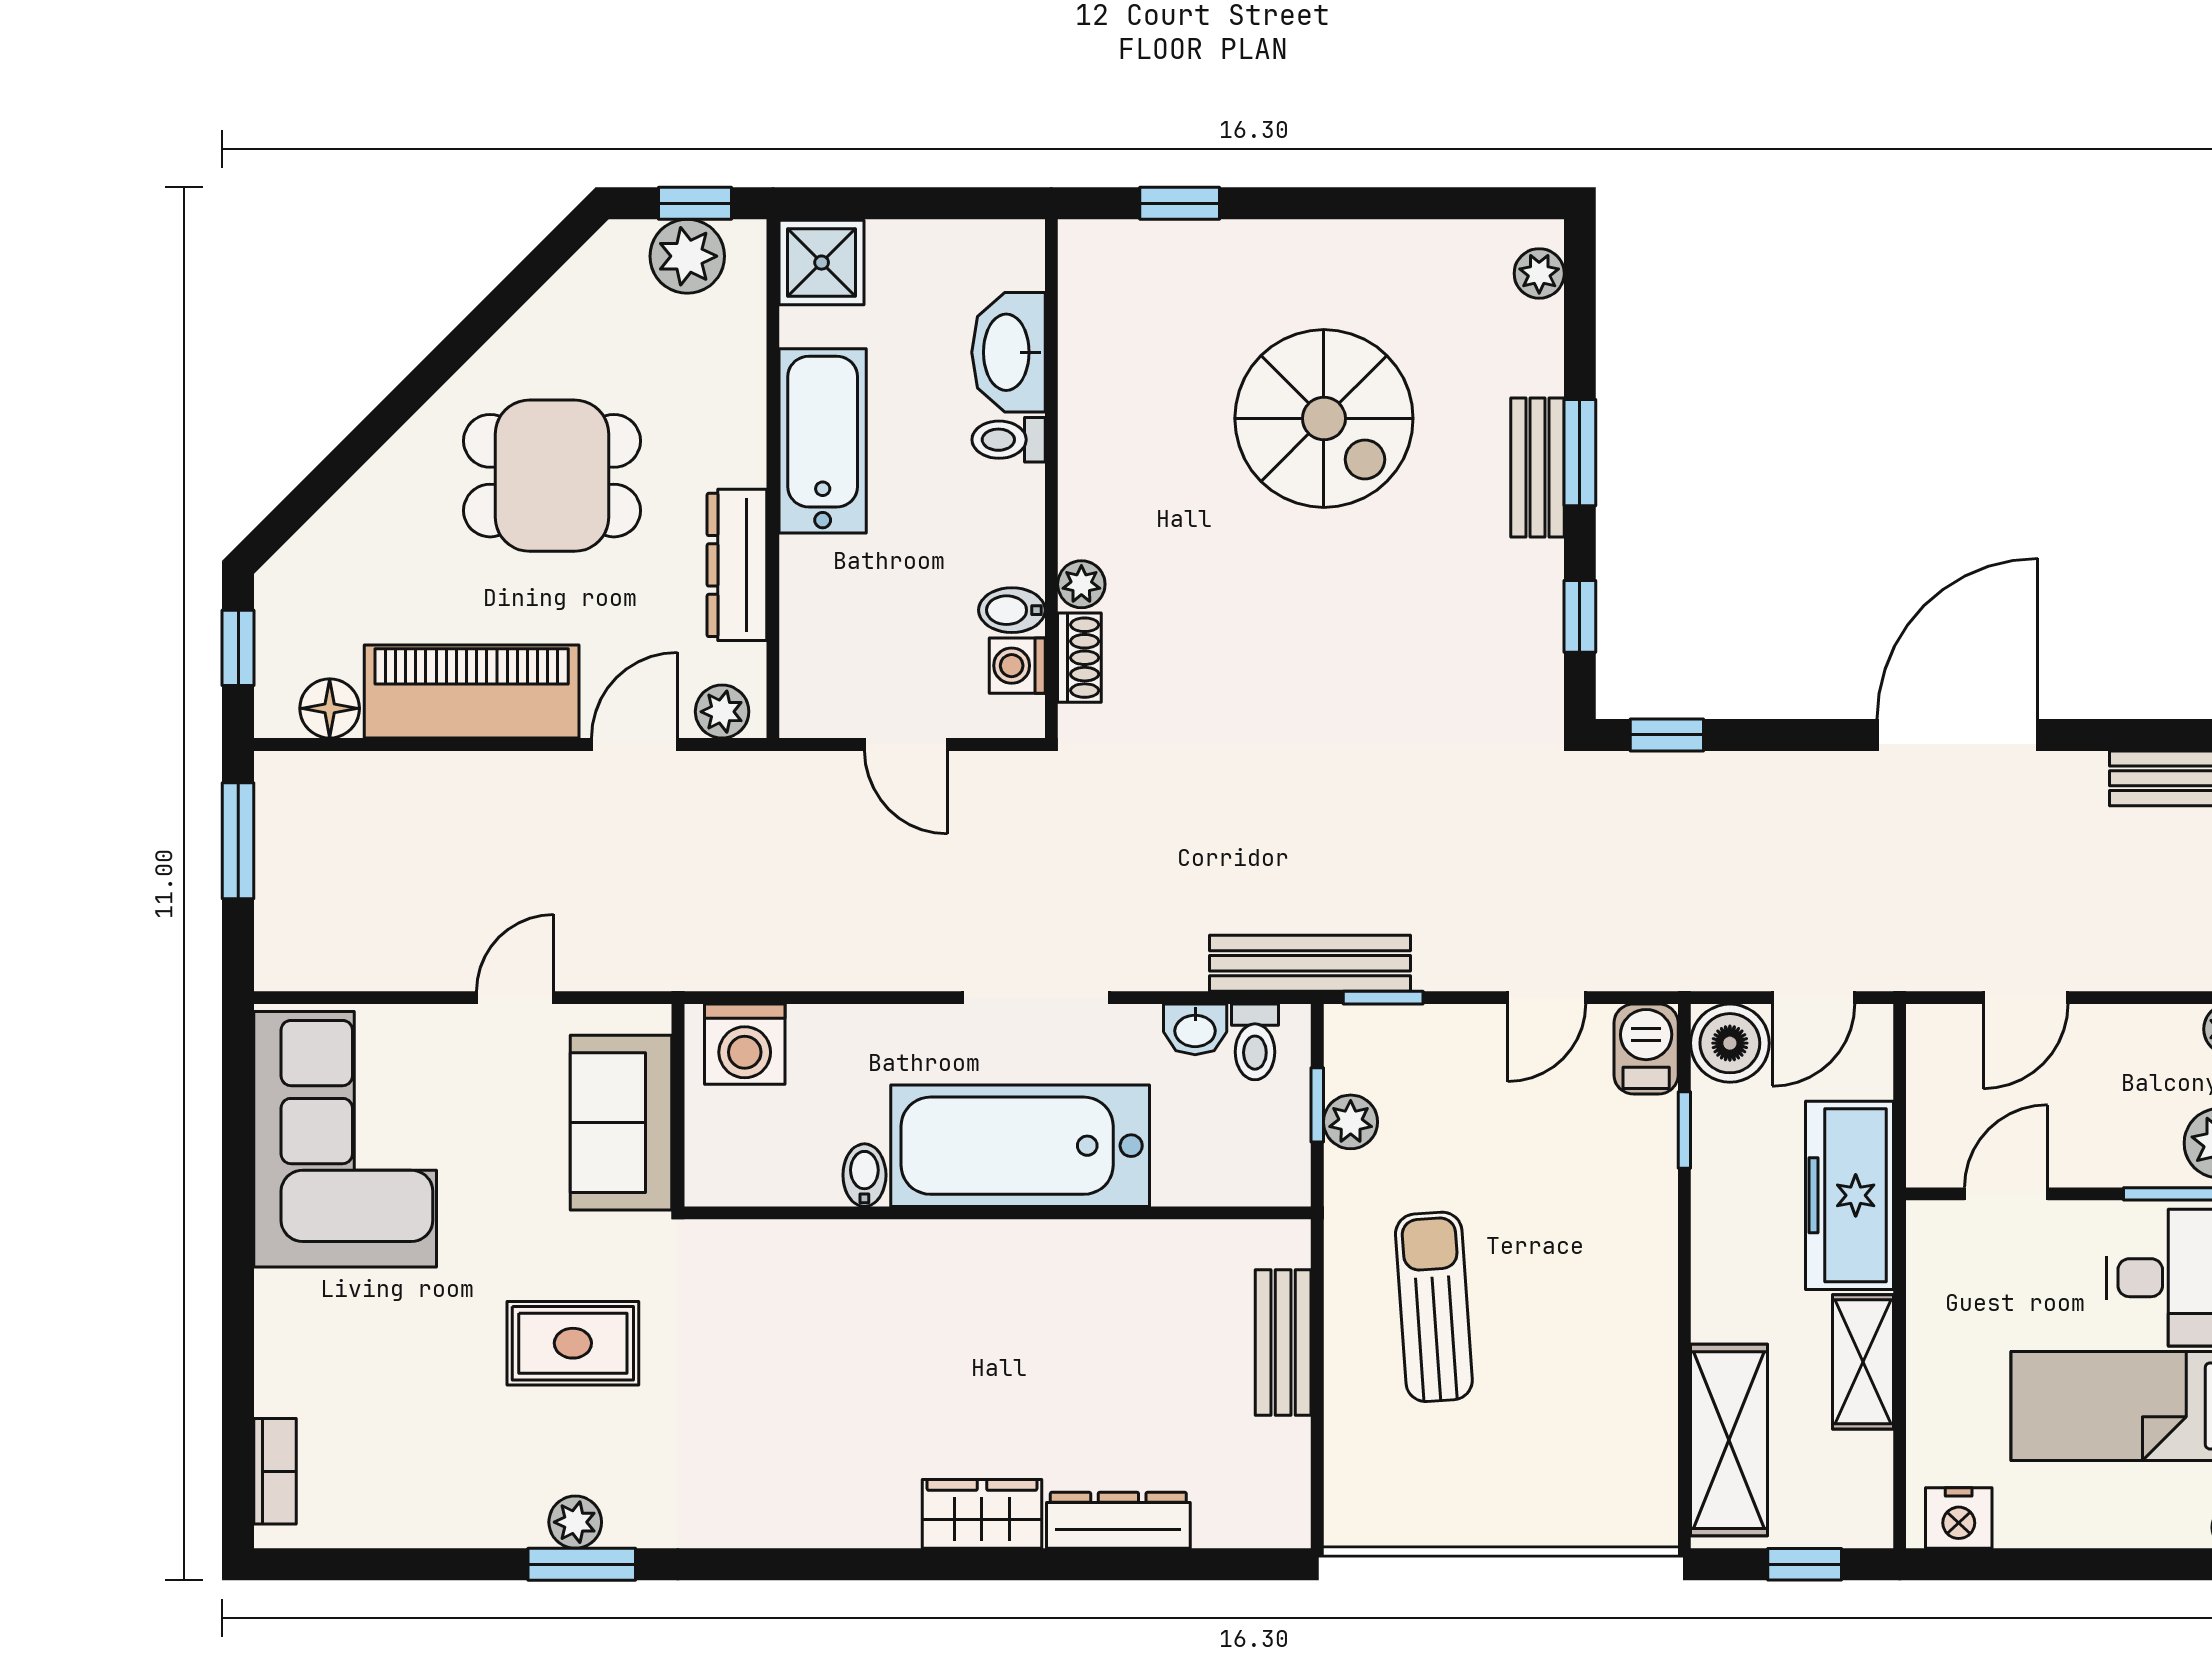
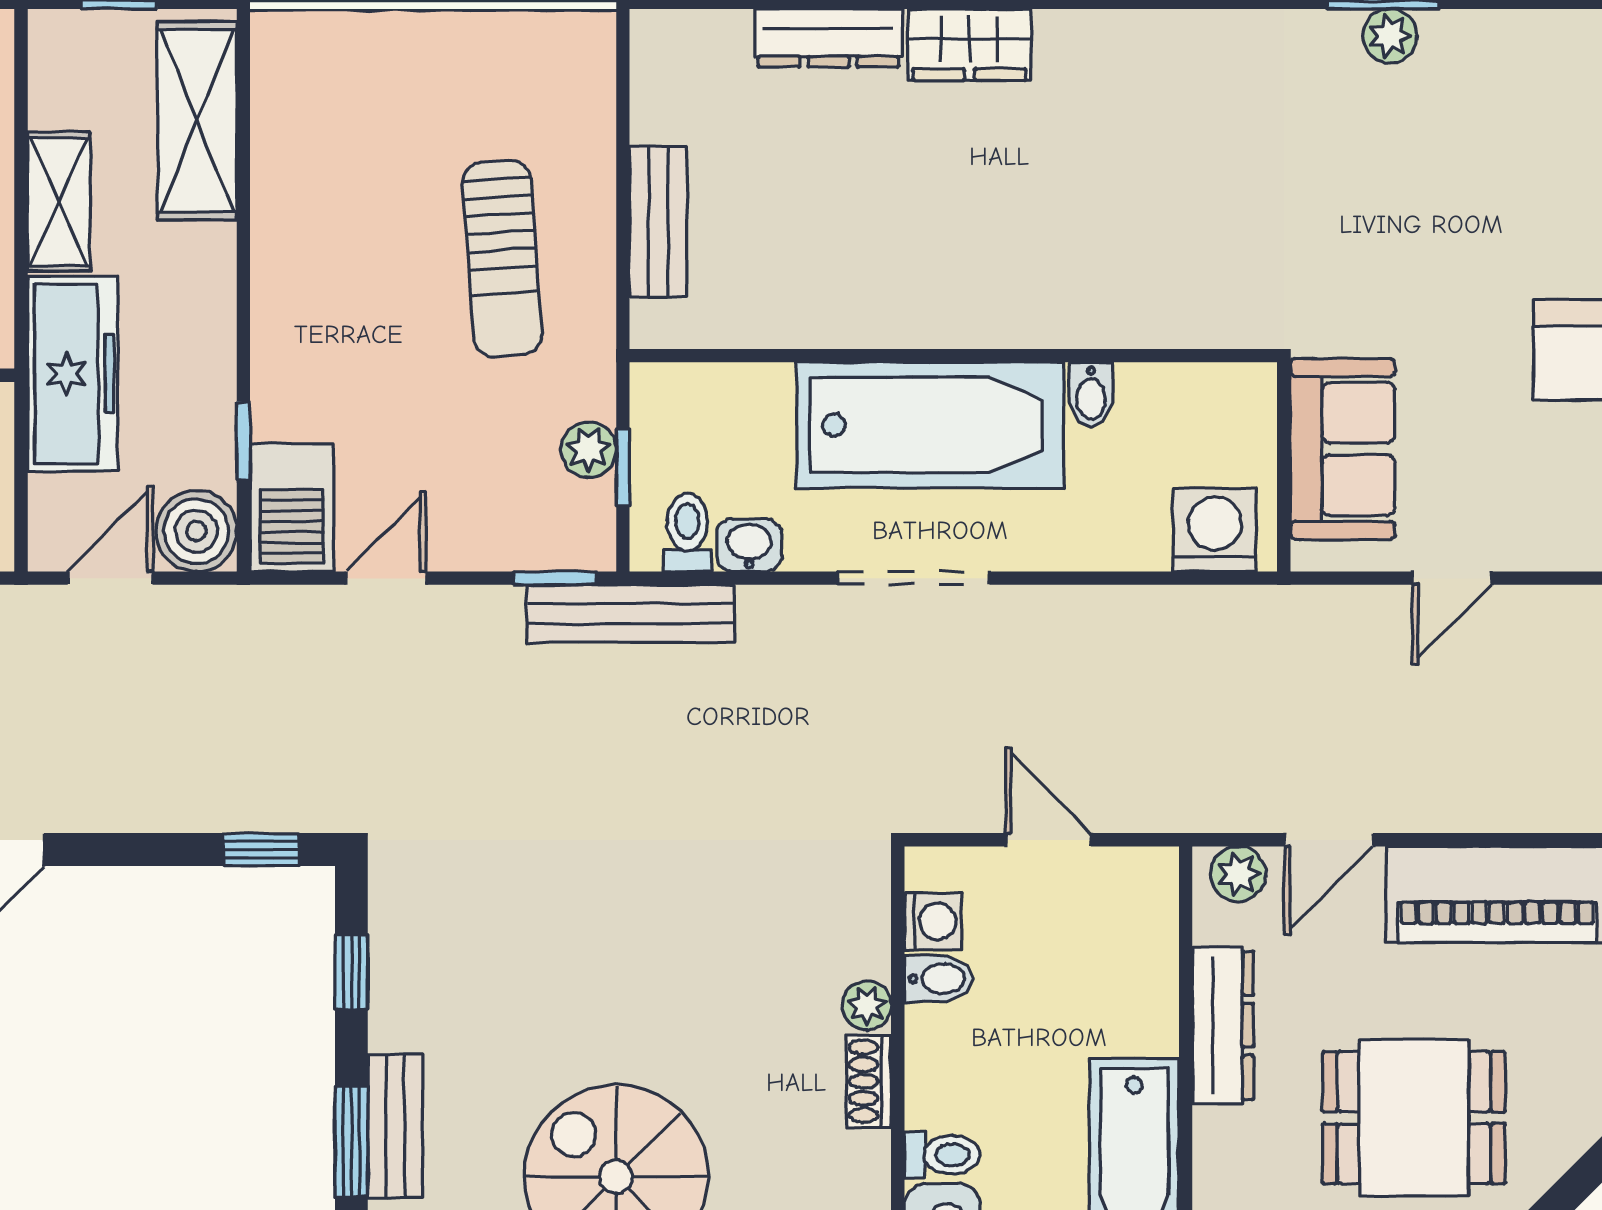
shoe rack: (1079, 658) -> (869, 1081), moved
barbecue: (1646, 1049) -> (292, 507), width x1.38, depth x1.27
rug: (573, 1343) -> (1392, 221), removed

